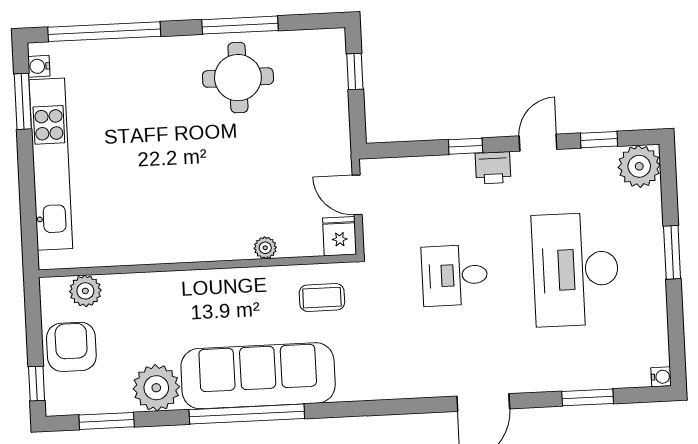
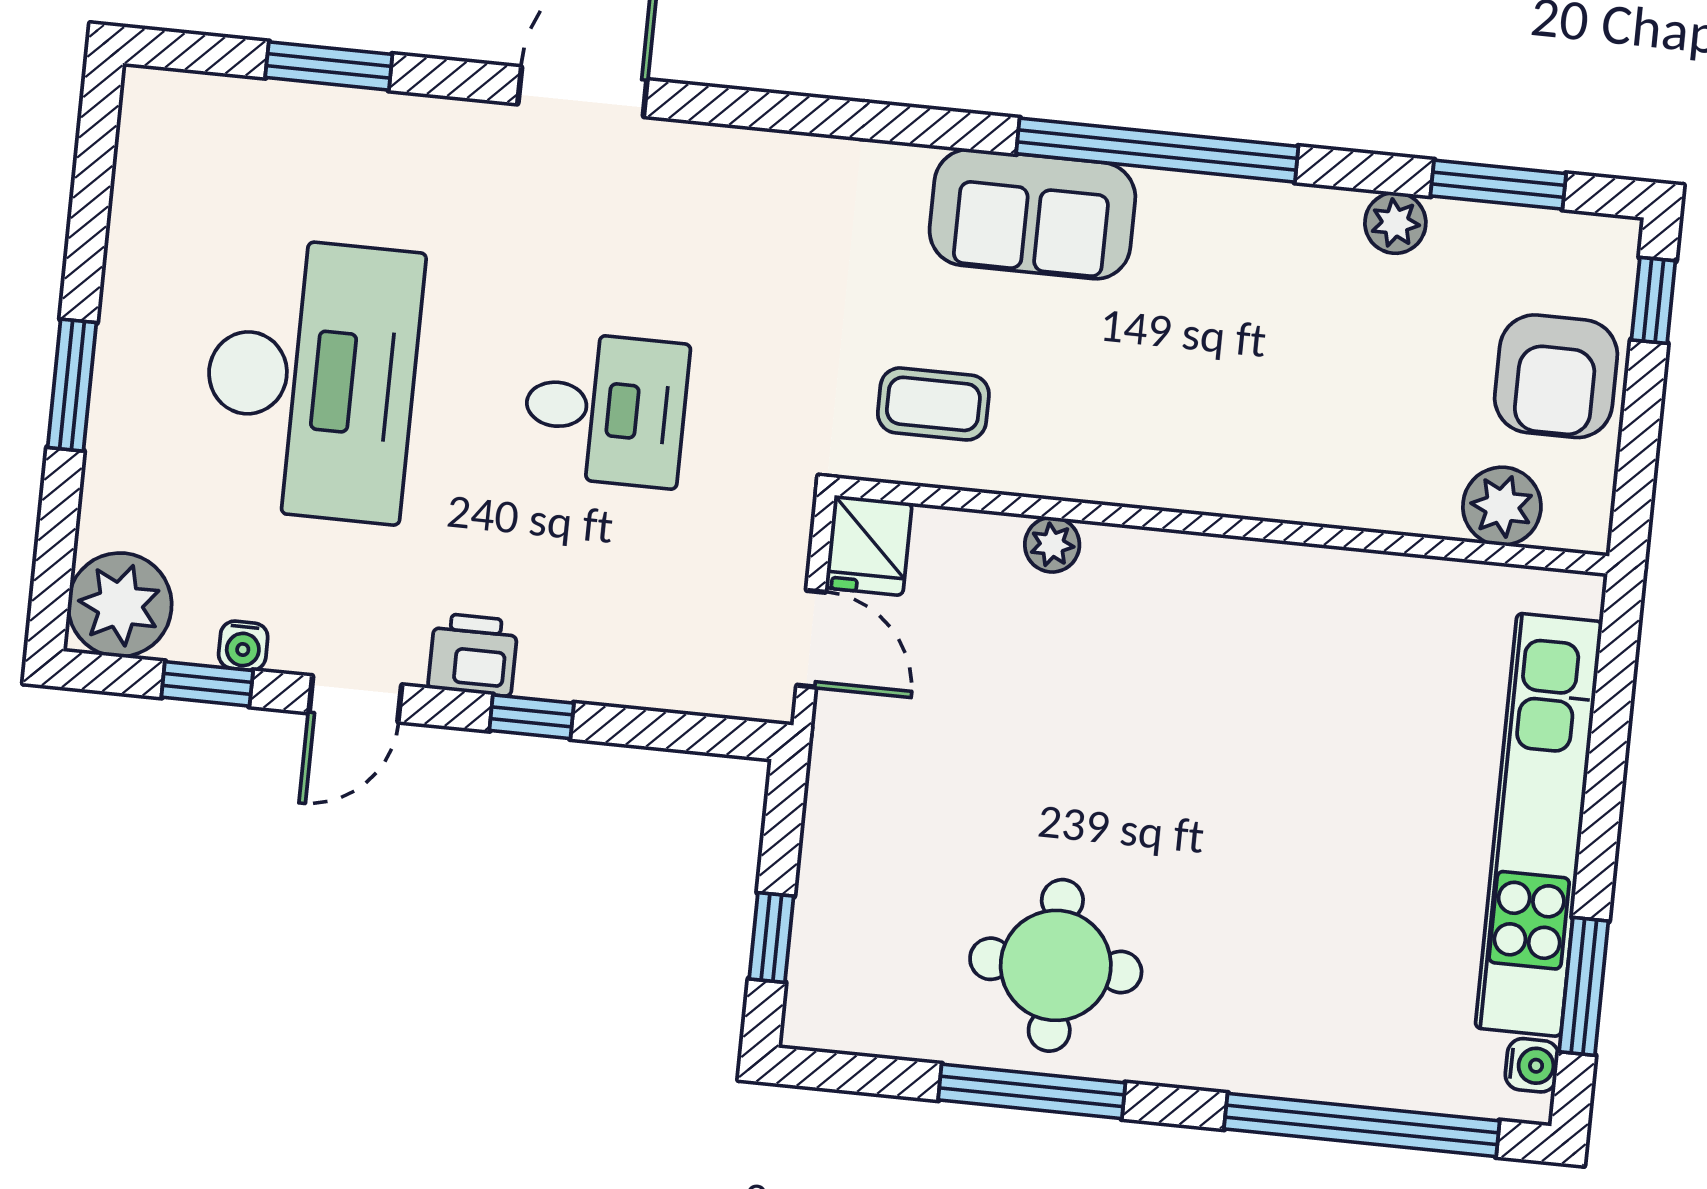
sofa: (258, 376) -> (1032, 214), width x0.54, depth x0.79
water cooler: (661, 377) -> (243, 646), moved, turned -90
plant: (156, 388) -> (1395, 223), width x0.53, depth x0.53

